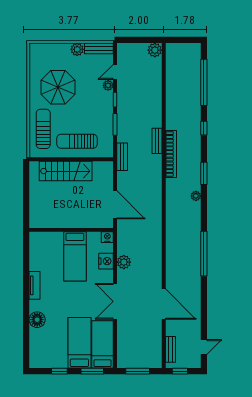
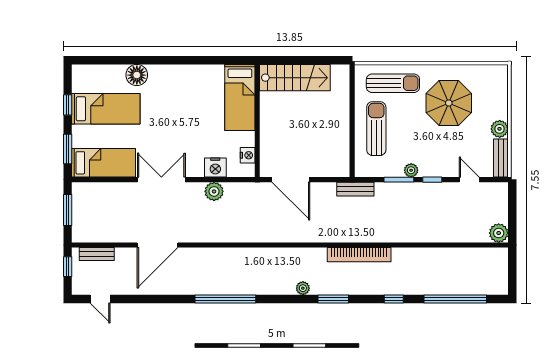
plant: (108, 85) -> (411, 170), moved
bench: (157, 141) -> (377, 236), removed
stairs: (66, 171) -> (295, 78), moved, turned -90
door: (115, 205) -> (291, 180), hinge flipped
nightstand: (107, 237) -> (248, 155), moved
bed: (75, 256) -> (240, 97), moved, turned -90
tv unit: (34, 285) -> (183, 71), removed
bed: (79, 343) -> (106, 109), moved

